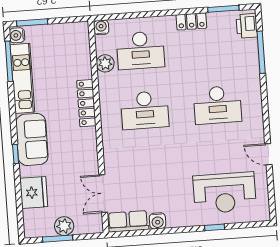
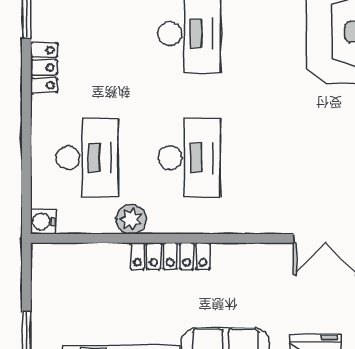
plant: (105, 63) -> (131, 219), moved

